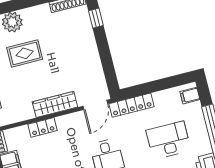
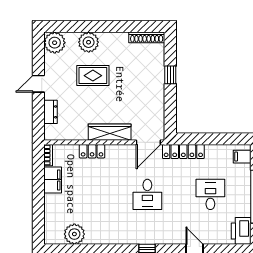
window: (96, 18) -> (170, 75), moved
desk: (168, 140) -> (210, 194), width x0.73

